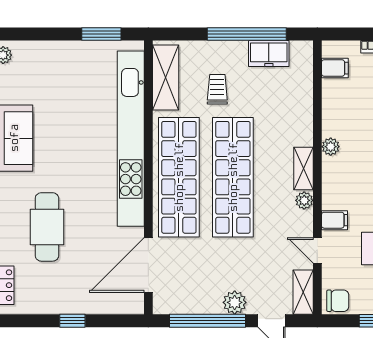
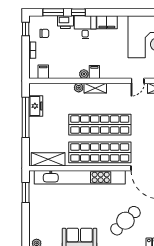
trolley: (217, 89) -> (54, 133), removed
plant: (304, 200) -> (79, 88), moved
filing cabinet: (335, 220) -> (94, 72), moved
cafe table: (47, 227) -> (125, 221), turned -44

